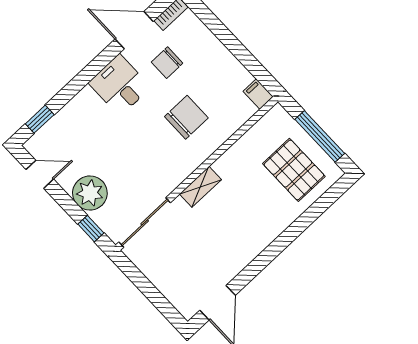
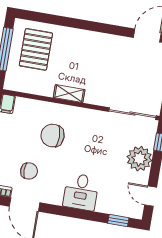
desk: (120, 85) -> (81, 192), moved
shelving: (200, 187) -> (69, 94), moved

